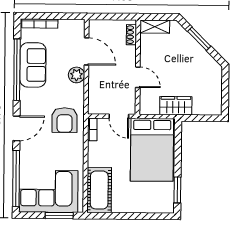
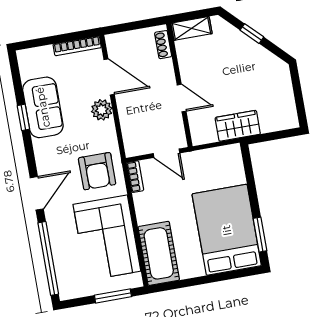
bookcase: (40, 24) -> (77, 46), moved
window: (199, 39) -> (252, 34), width x0.67
window: (17, 70) -> (23, 117), width x0.32
bed: (152, 150) -> (227, 230), moved, turned 180
corner sofa: (48, 191) -> (107, 238), moved, turned -90

